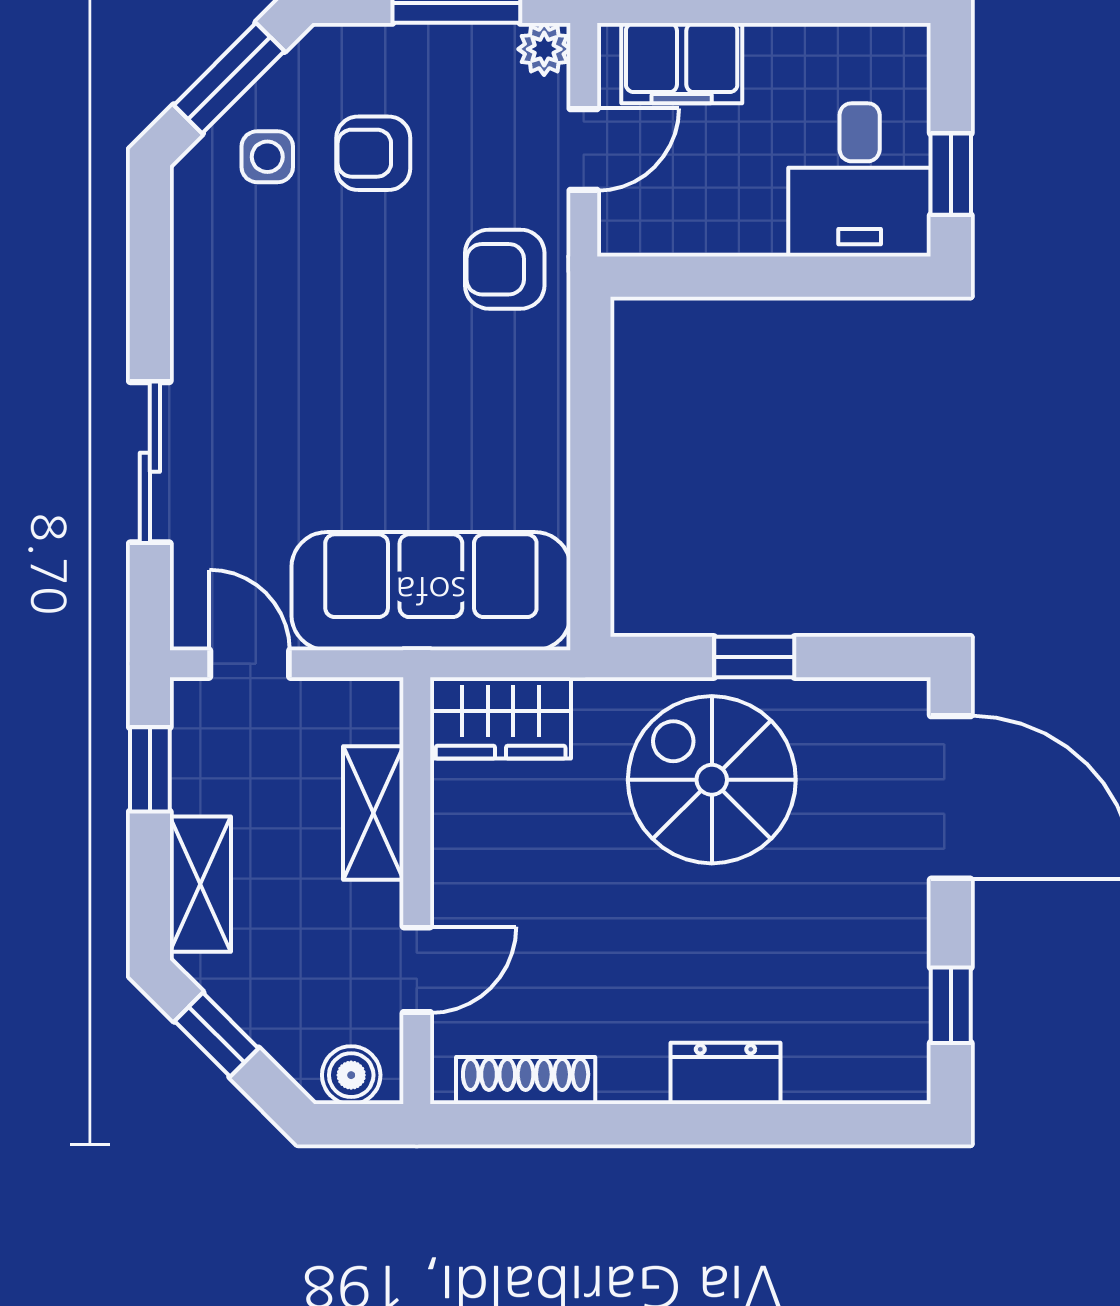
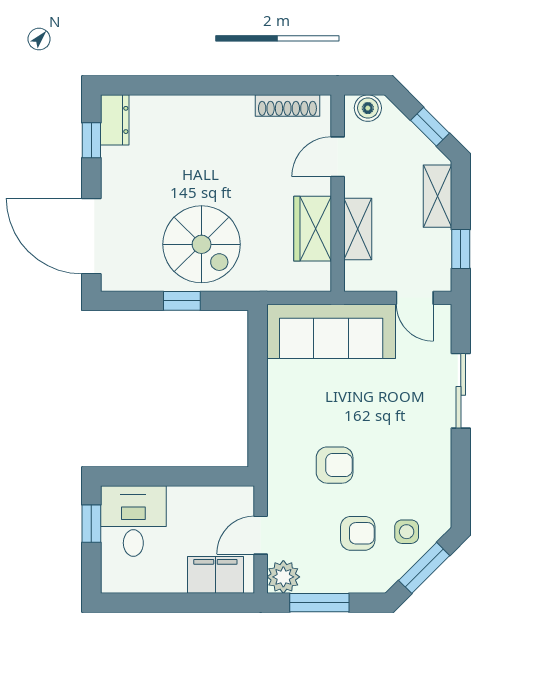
plant: (544, 49) -> (283, 577), width x1.38, depth x1.38
armchair: (505, 269) -> (335, 465), moved
wardrobe: (501, 718) -> (313, 229), moved, turned -90
dresser: (725, 1073) -> (115, 120), moved, turned -90

